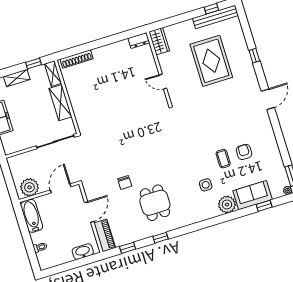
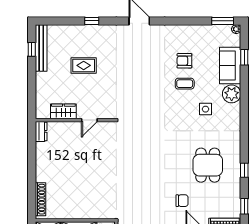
wardrobe: (159, 41) -> (63, 111), moved
rug: (211, 61) -> (84, 65), width x0.54, depth x0.49
chair: (125, 182) -> (182, 201), moved
dining table: (155, 203) -> (208, 165), turned 90

